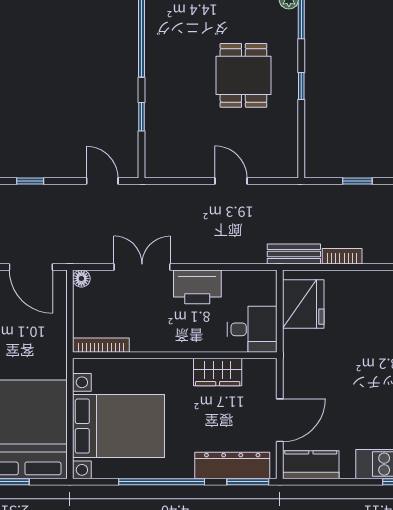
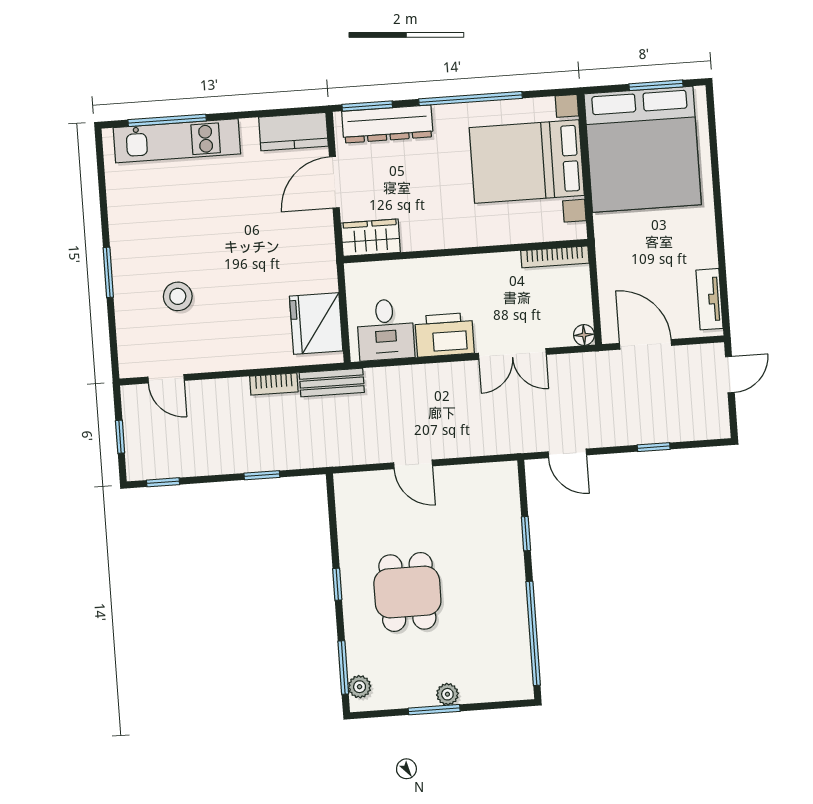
desk: (252, 329) -> (385, 330), moved, turned -90
wardrobe: (218, 372) -> (371, 238), moved

